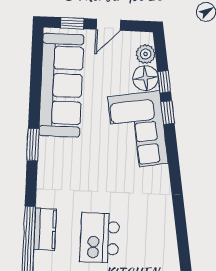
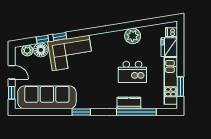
plant: (163, 241) -> (133, 36), added

